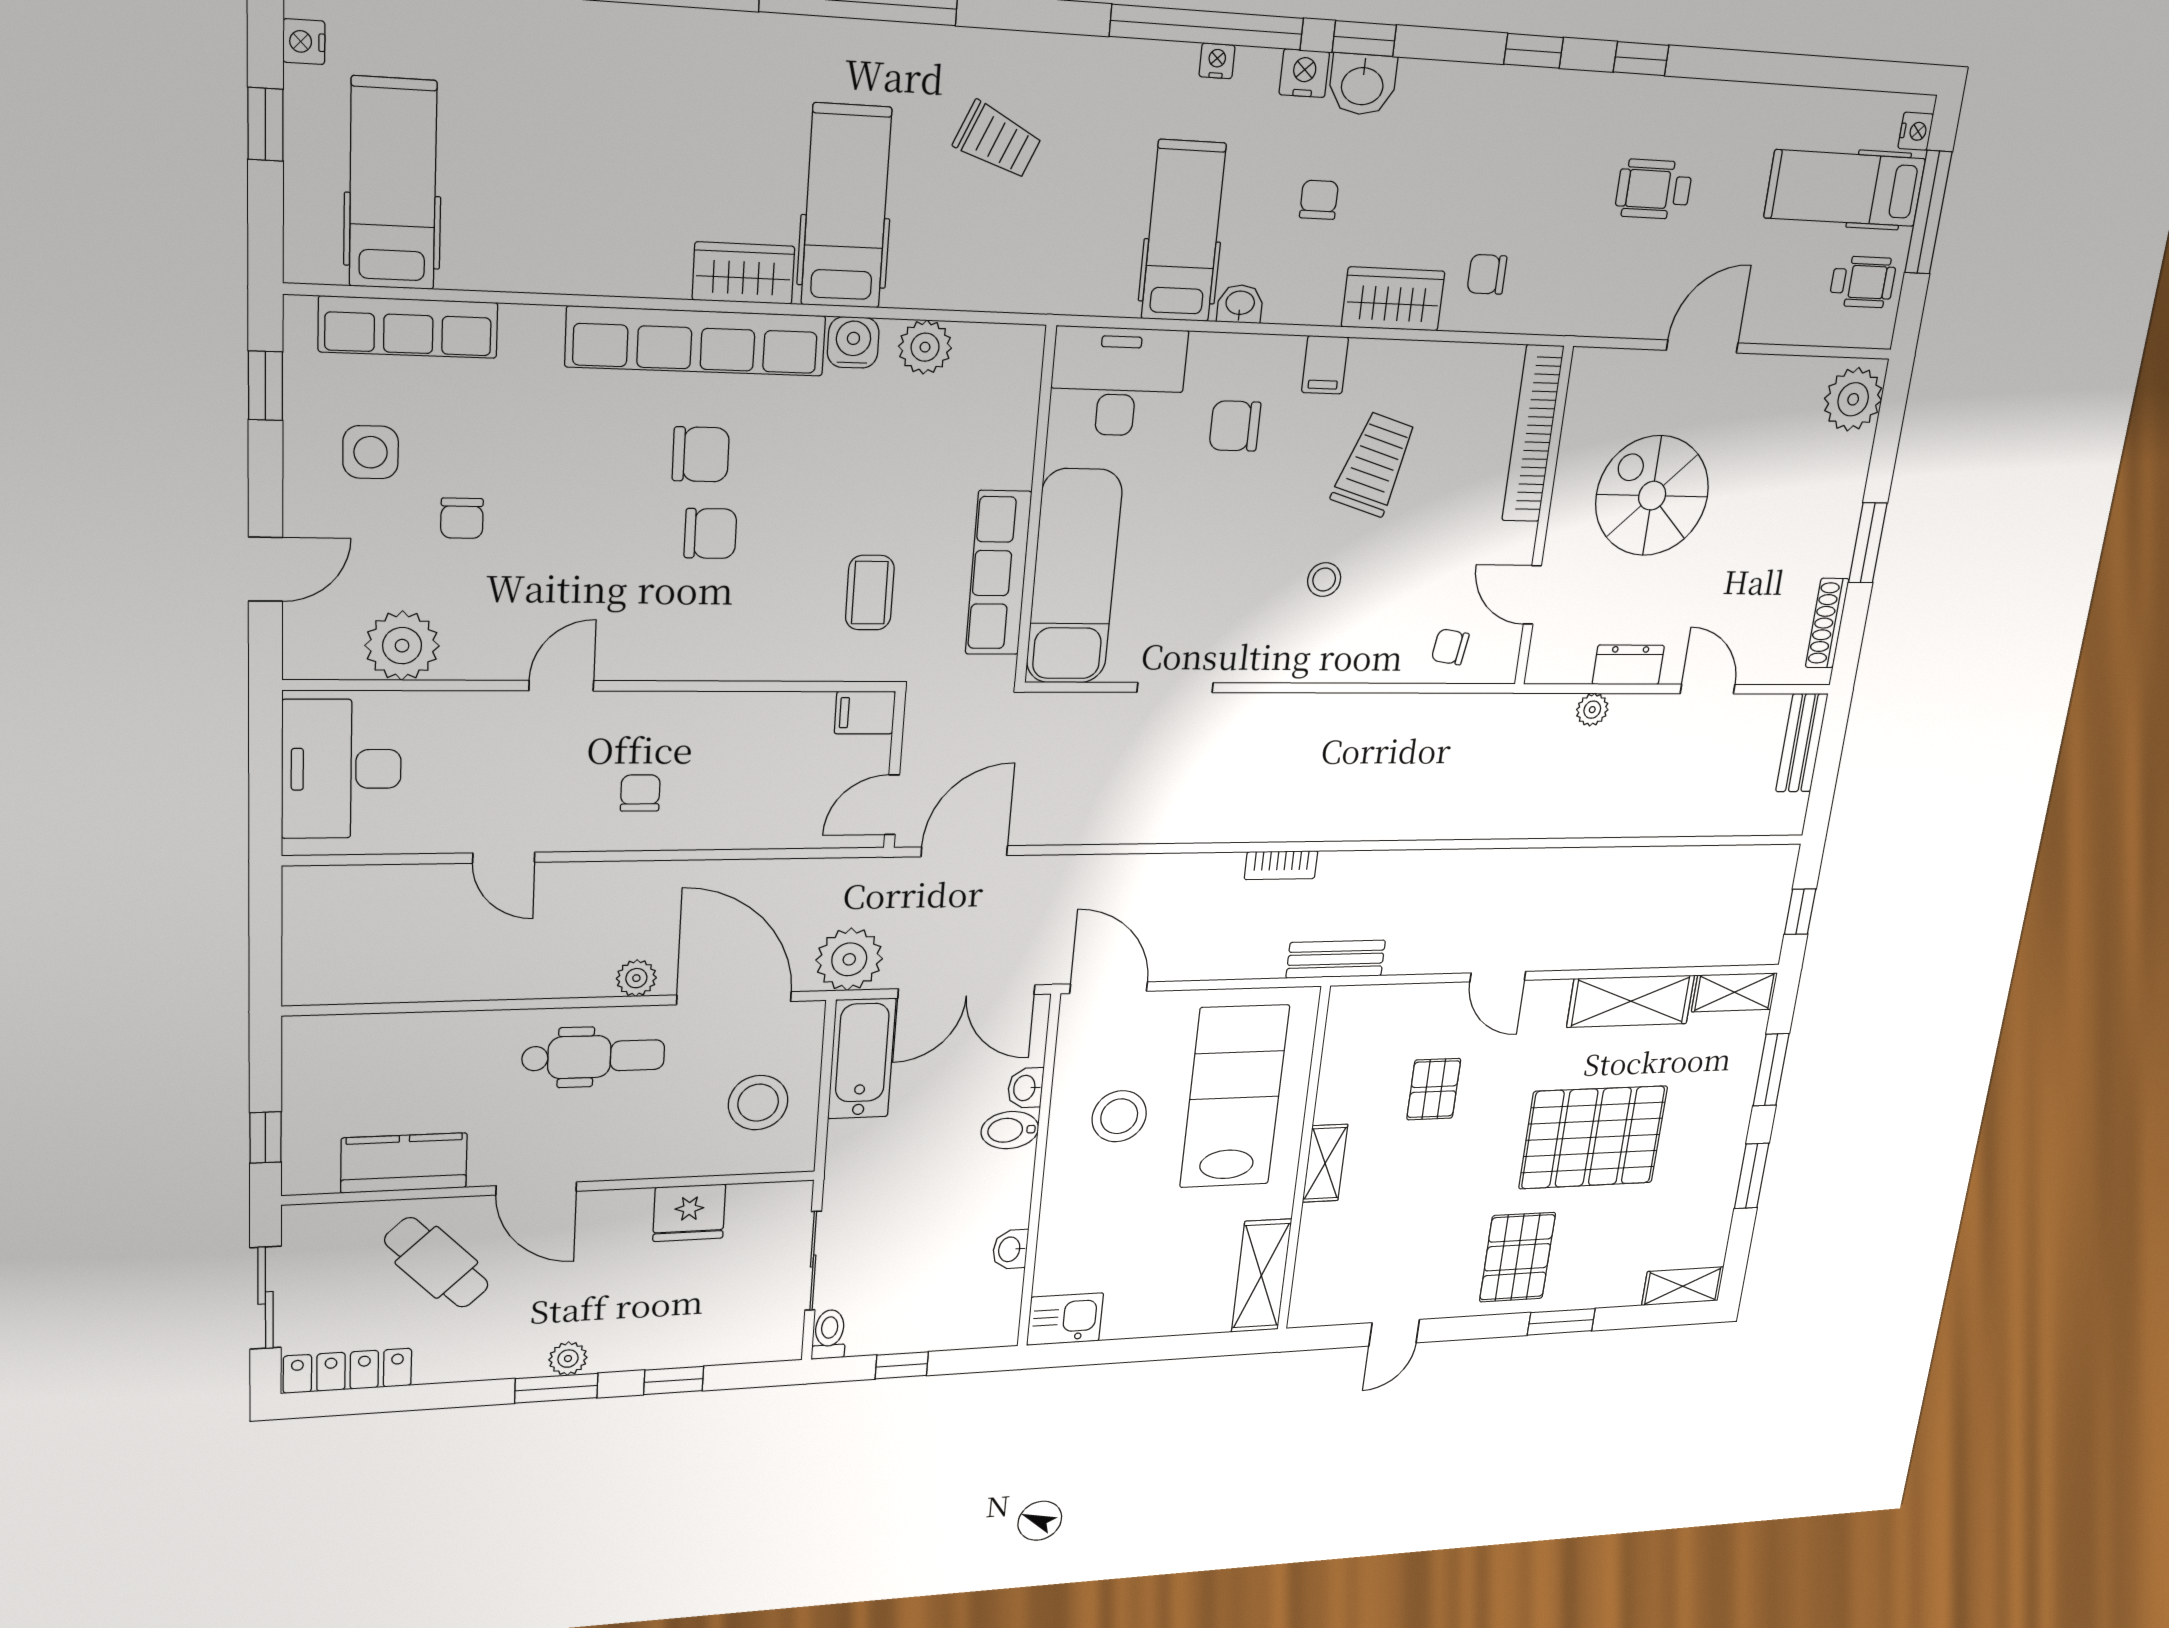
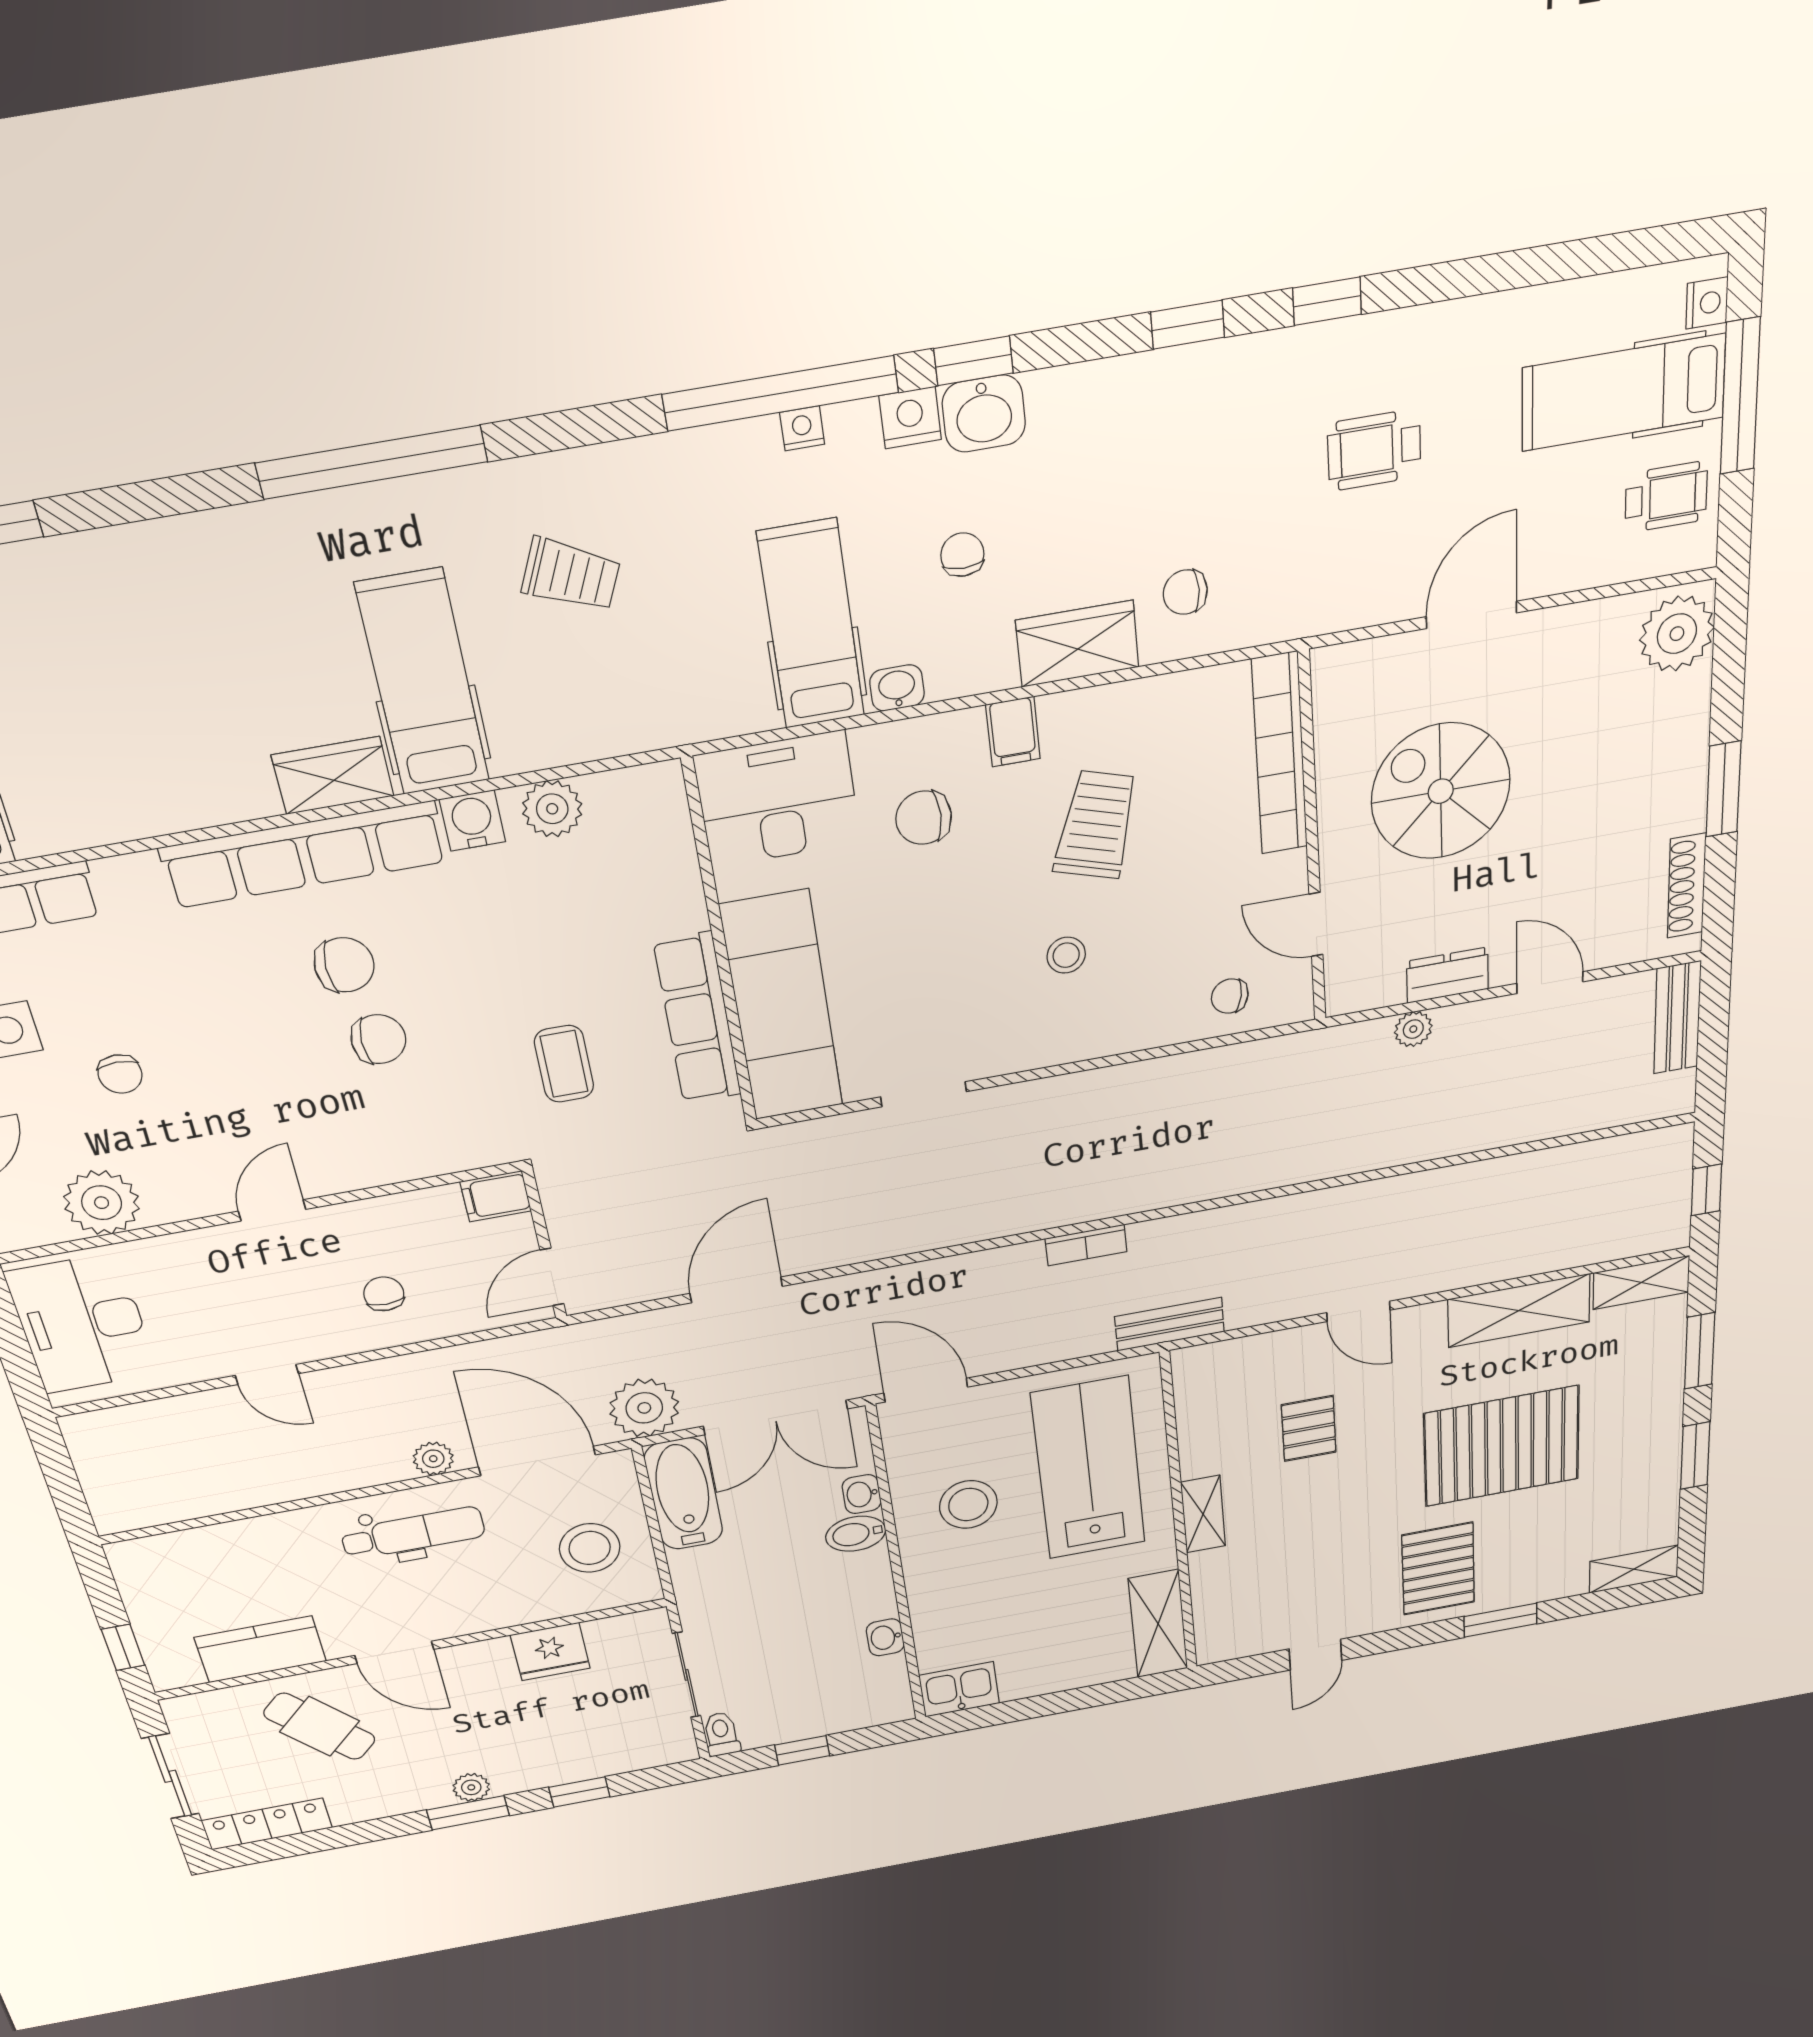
filing cabinet: (865, 713) -> (496, 1196), moved
wall: (895, 770) -> (545, 1245), moved
door: (892, 805) -> (552, 1277), moved

